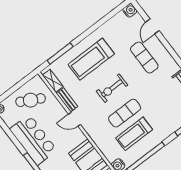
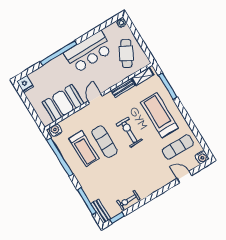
exercise mat: (144, 58) -> (178, 147), moved
door: (75, 119) -> (95, 98), moved
treadmill: (134, 134) -> (84, 149), turned 180

